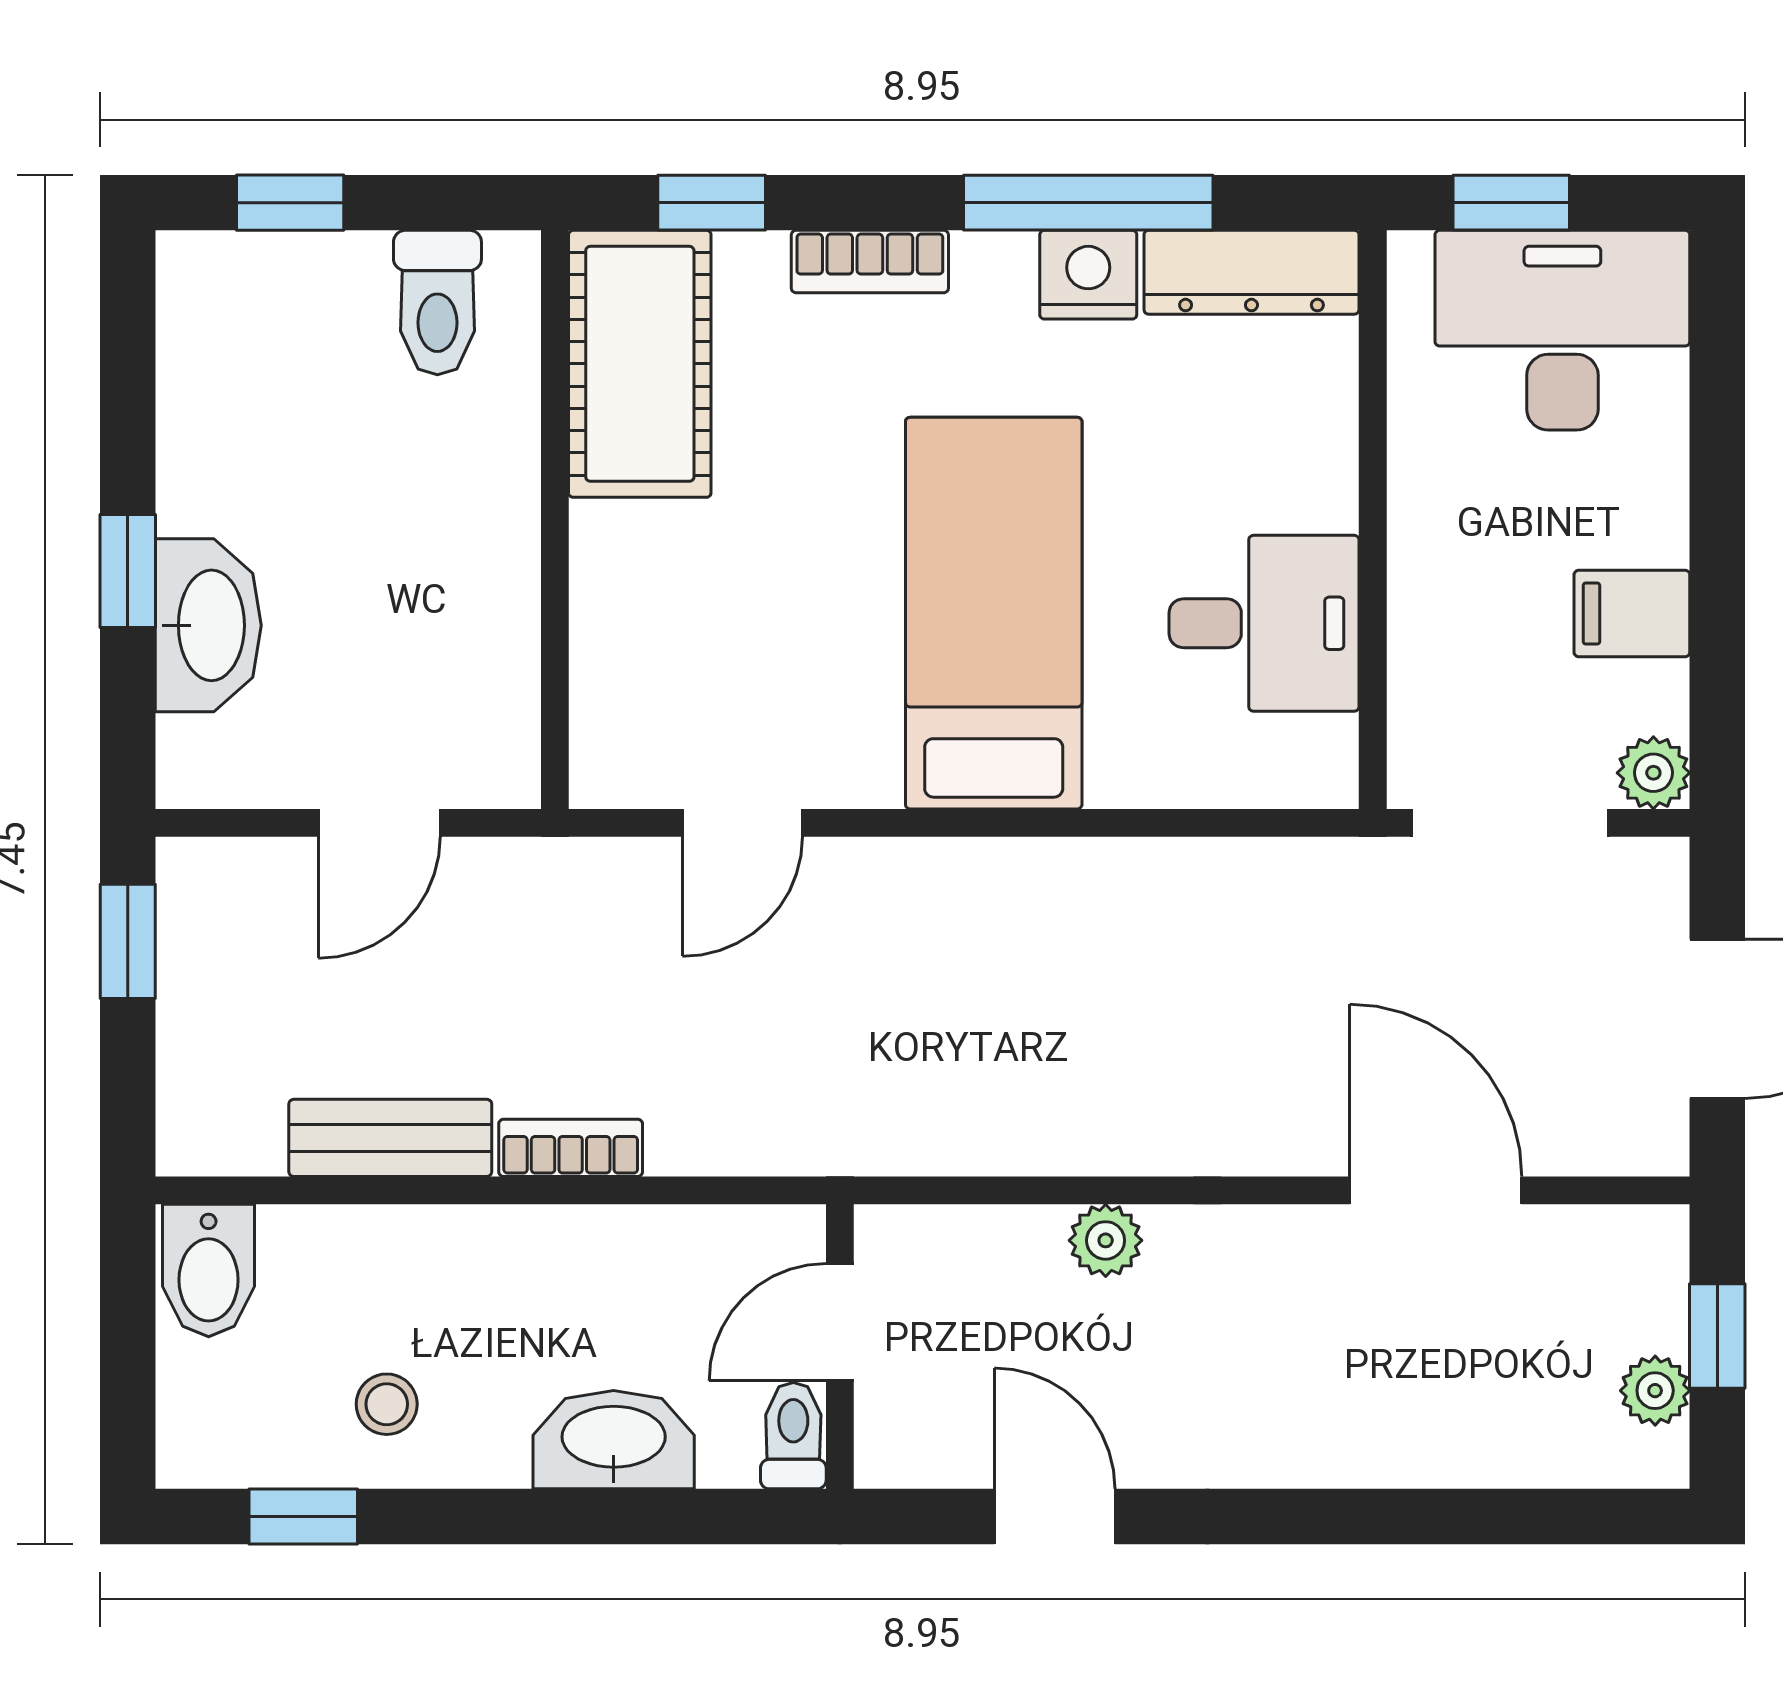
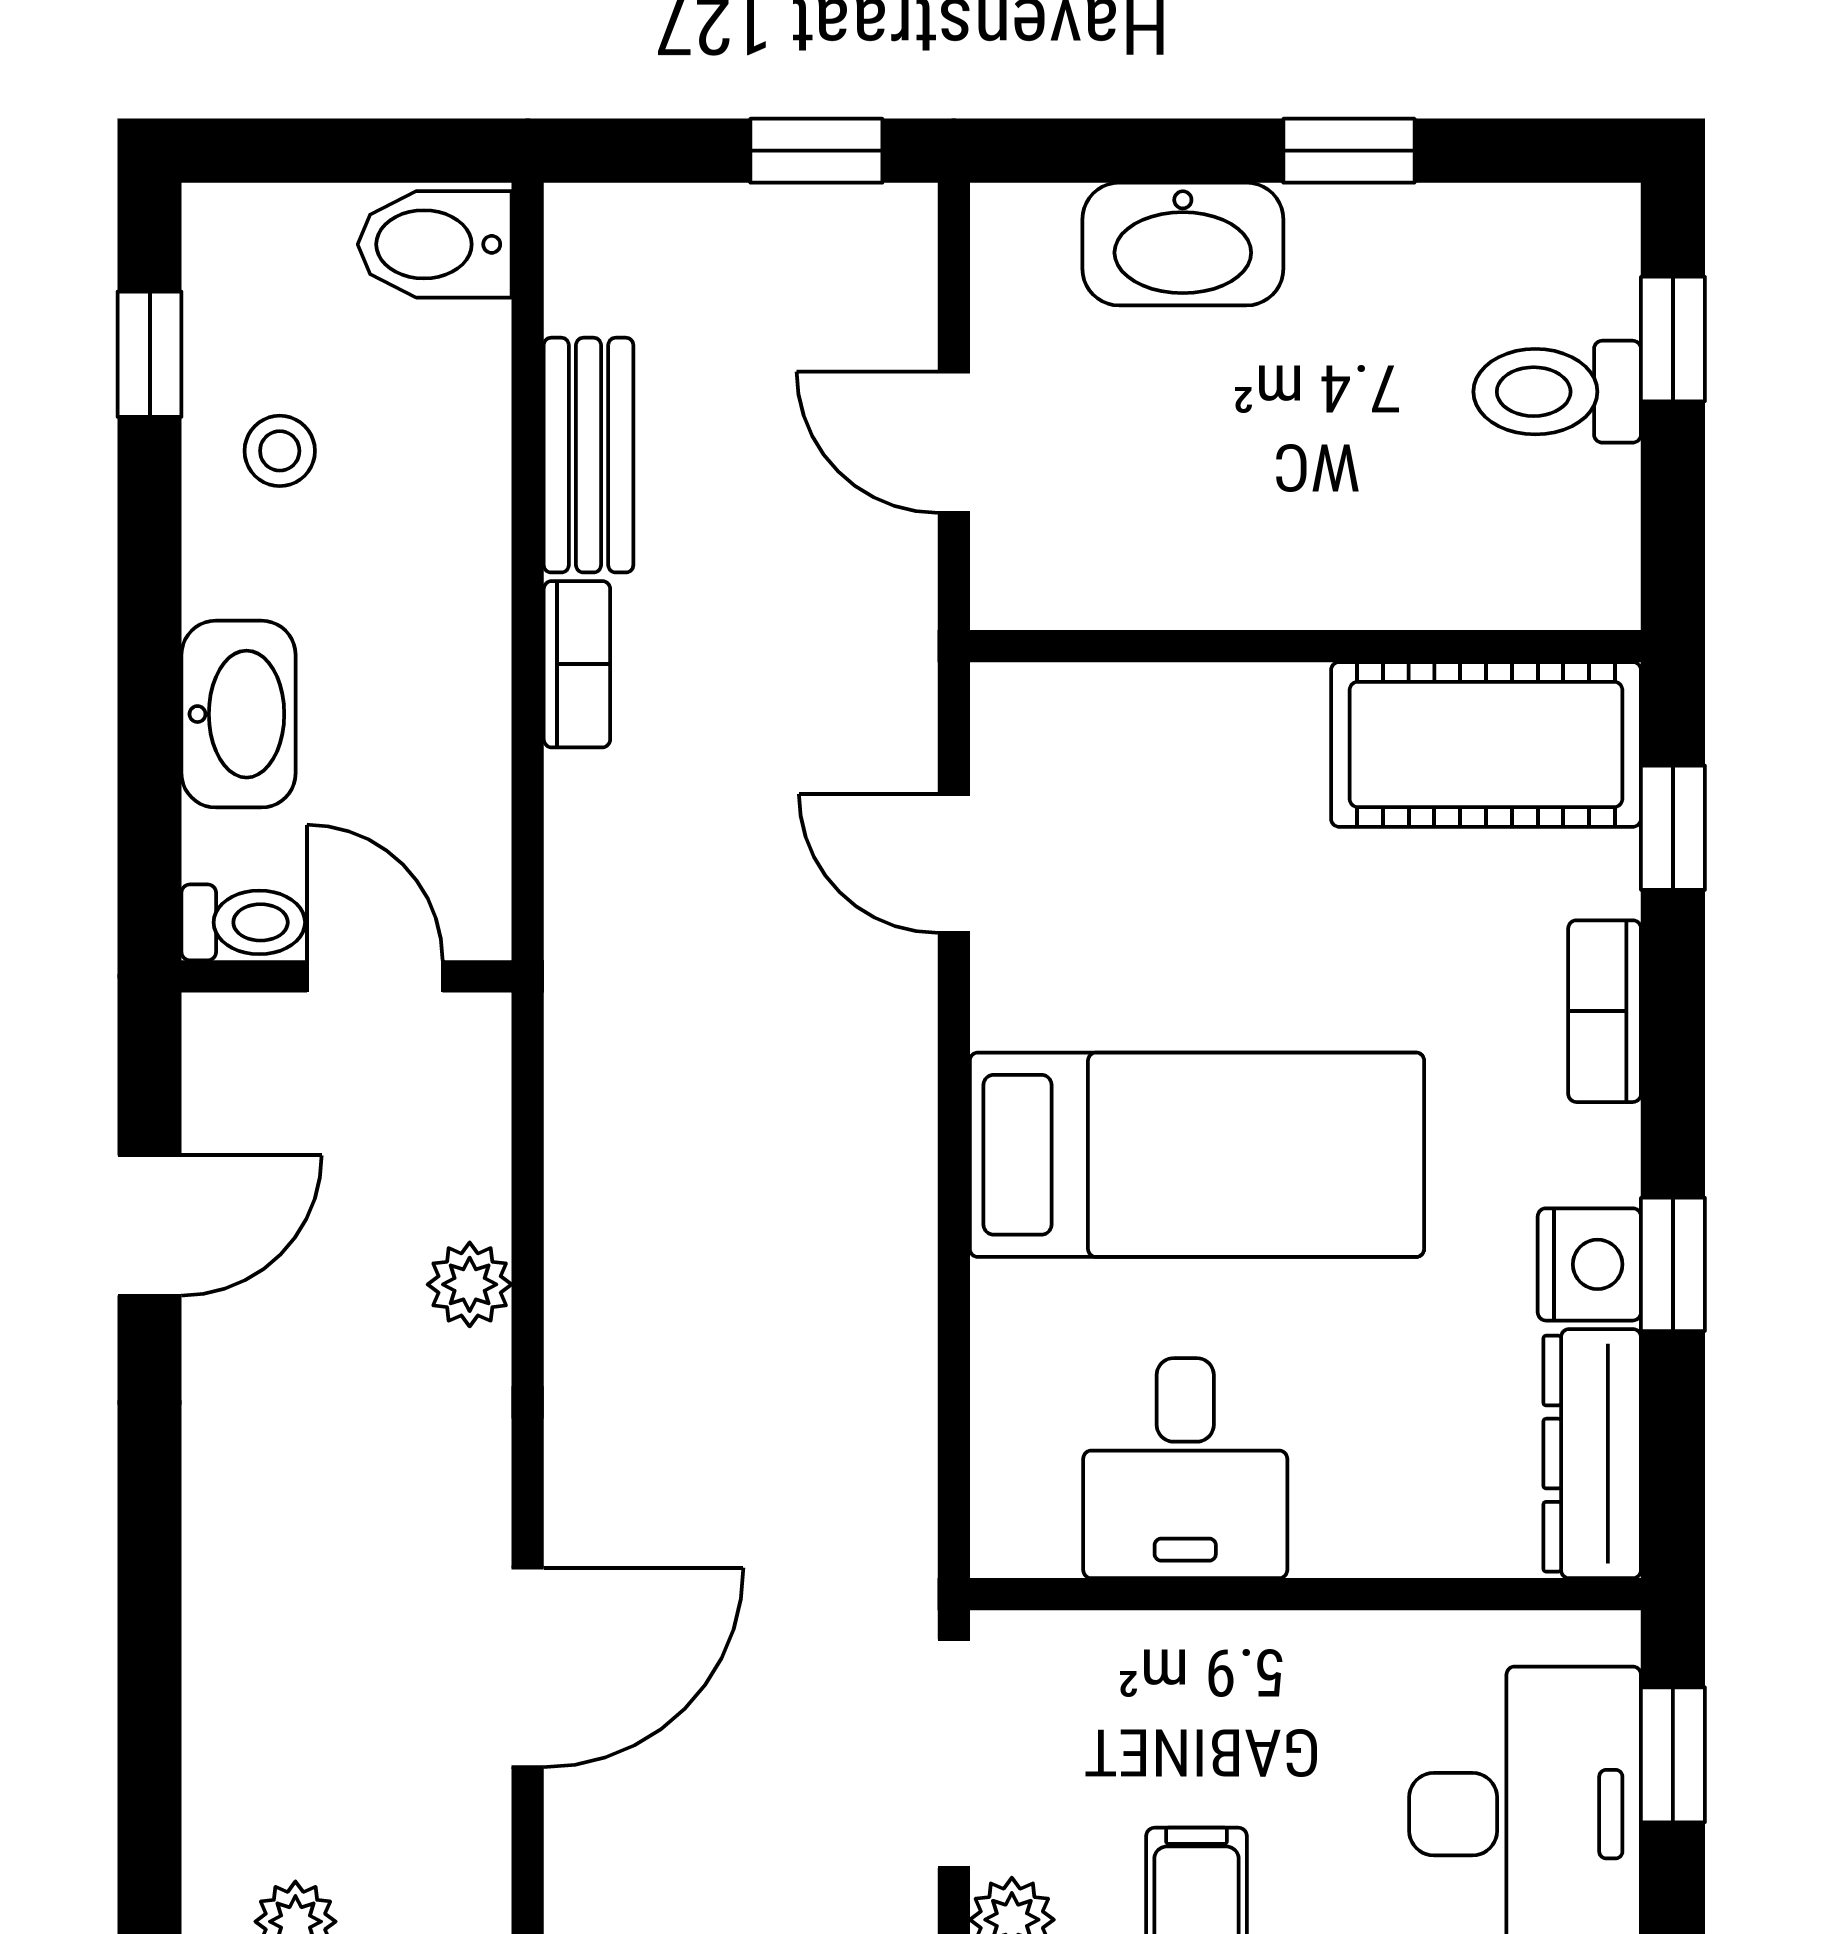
window: (1088, 203) -> (1673, 1264), width x0.46
toilet: (437, 302) -> (1557, 392), moved
window: (128, 571) -> (1349, 151), moved

